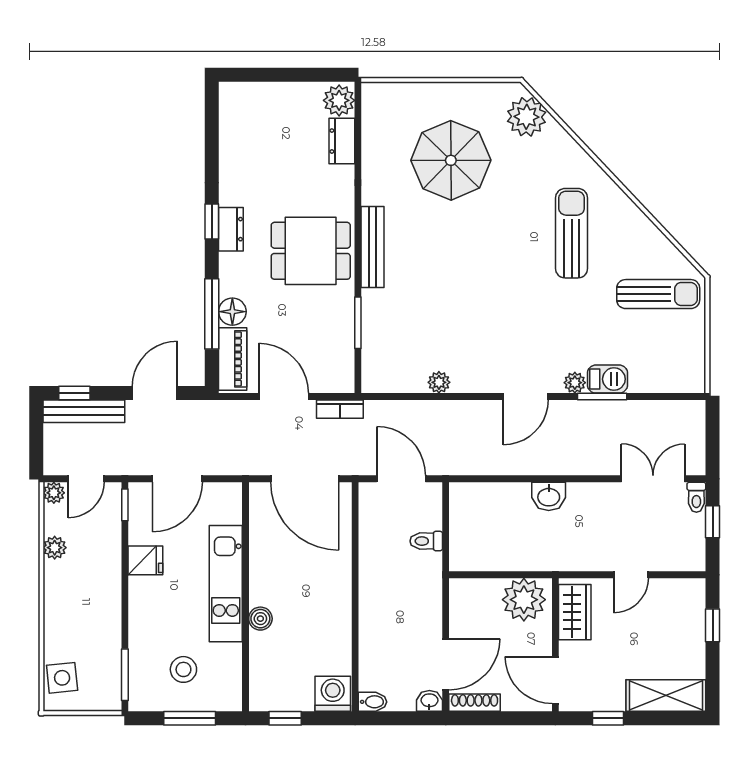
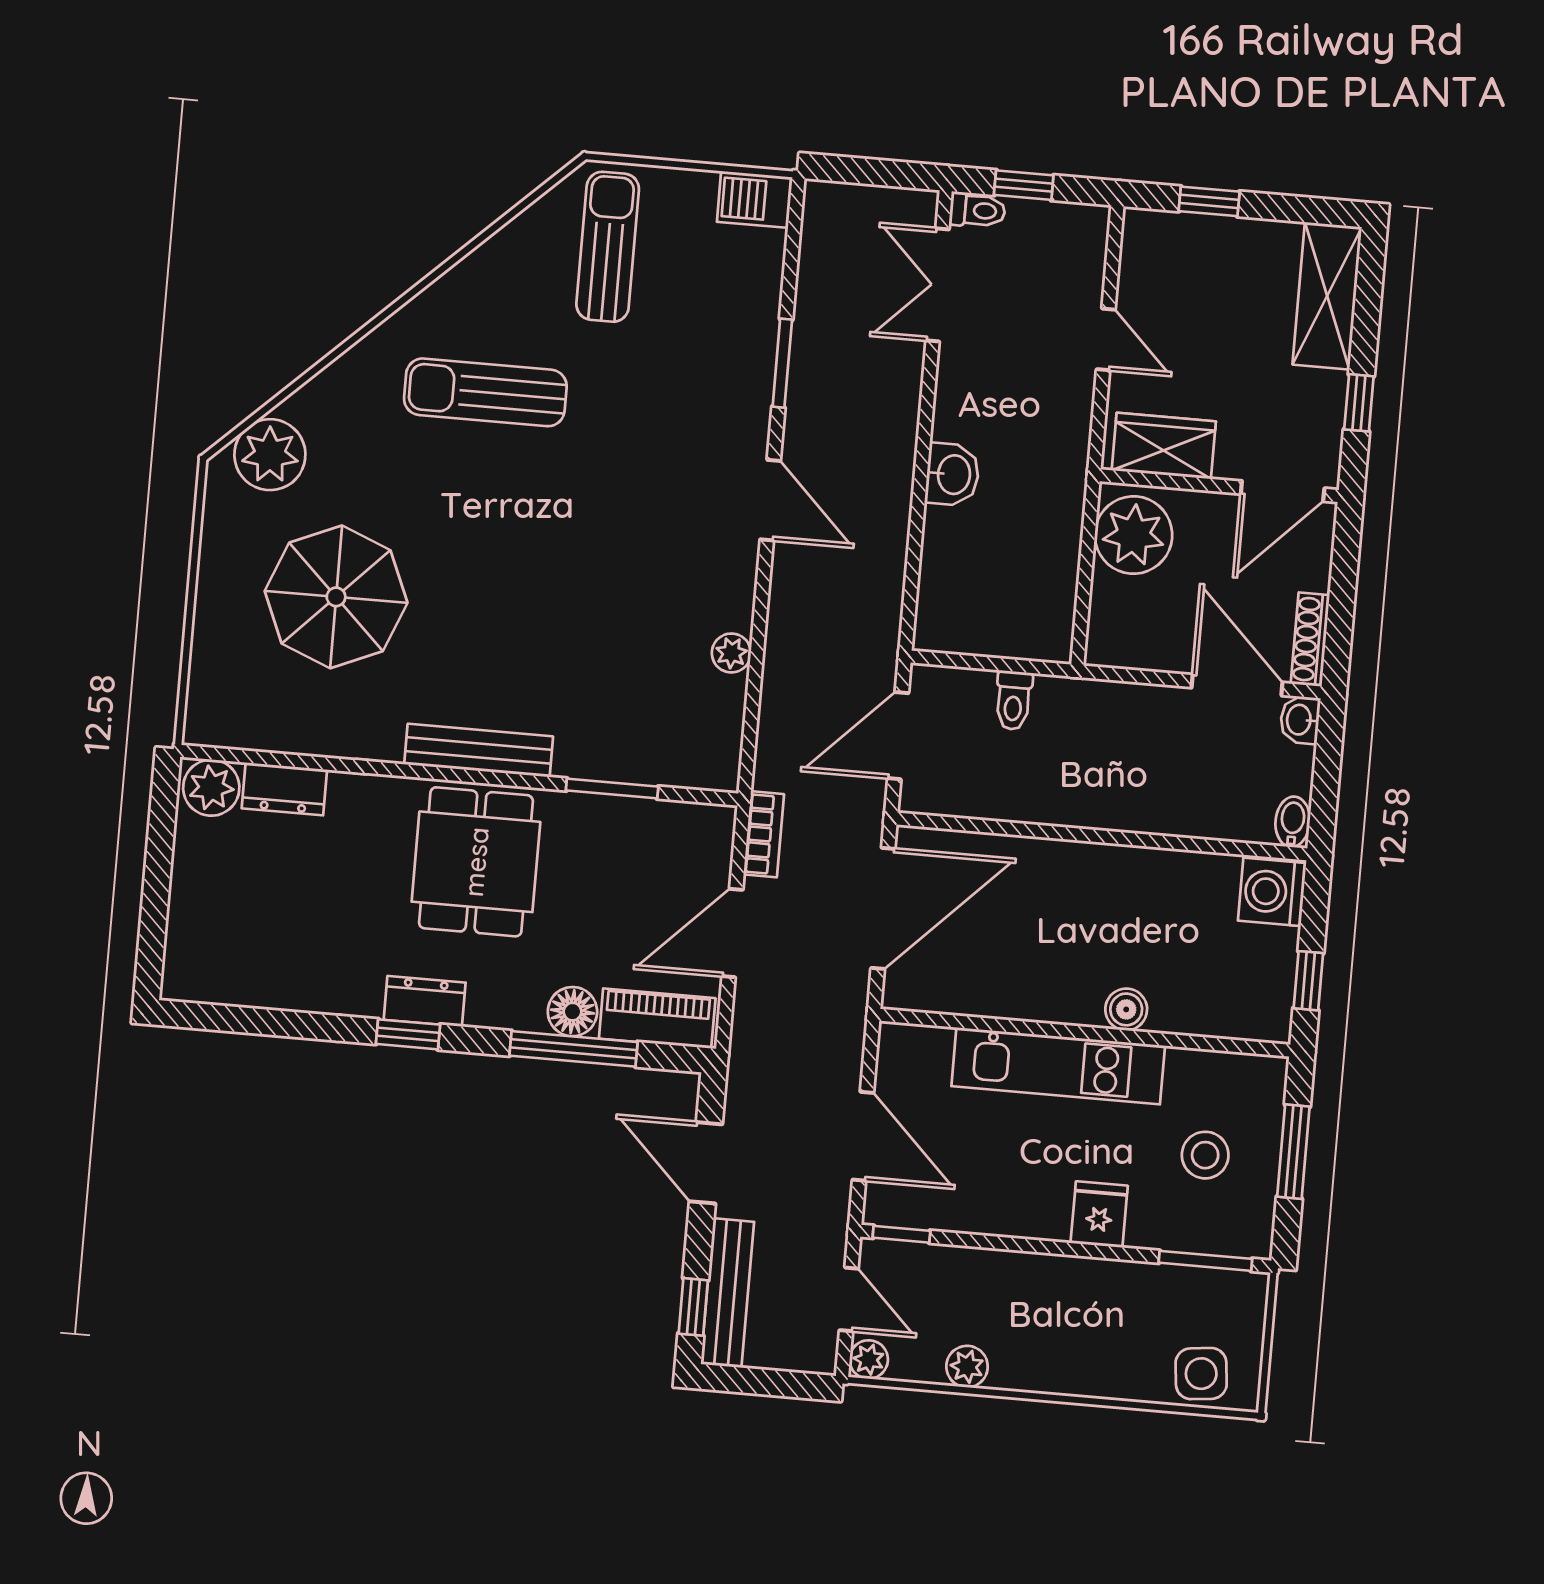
barbecue: (608, 379) -> (755, 200), moved, turned -90
plant: (575, 383) -> (753, 410), removed
fridge: (145, 560) -> (1099, 1214), moved

